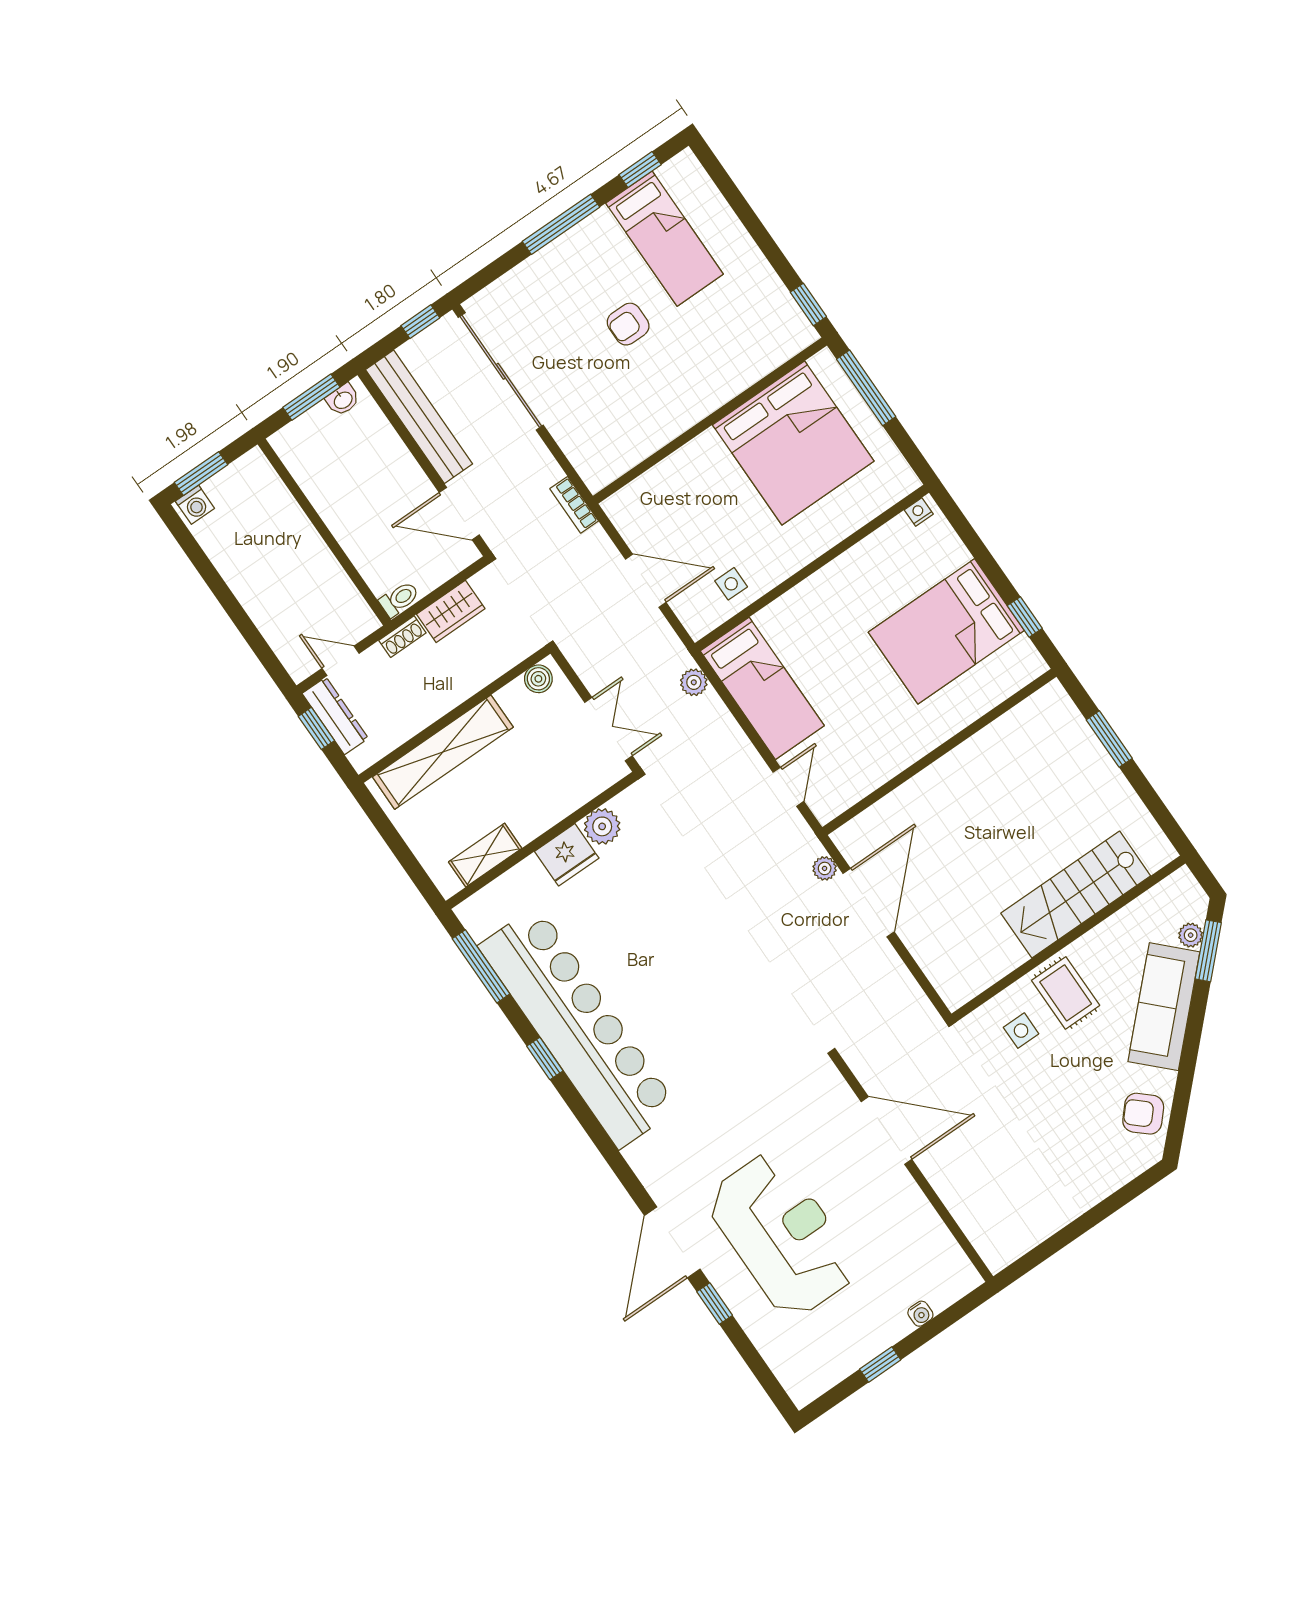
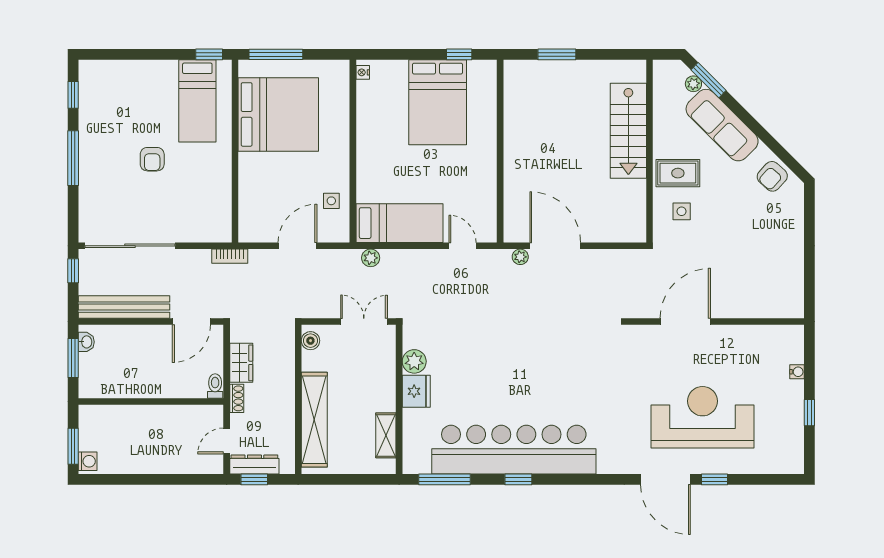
bed: (665, 239) -> (197, 101), moved, turned 90

